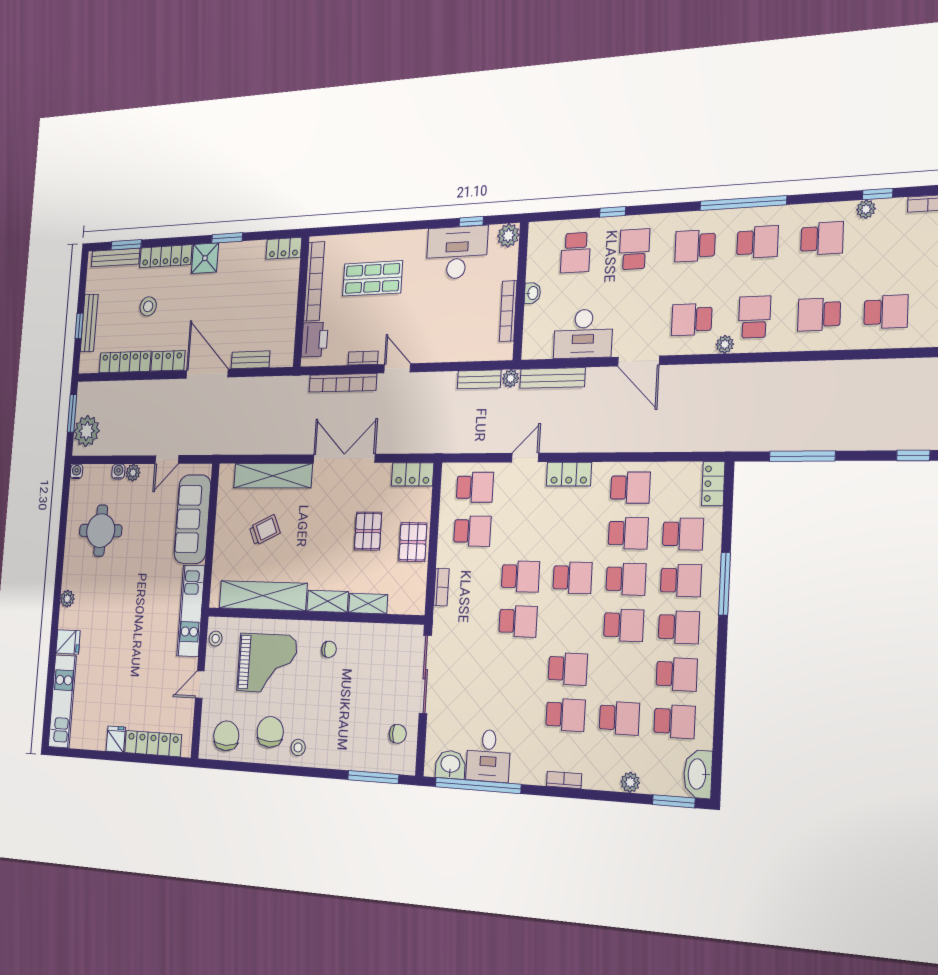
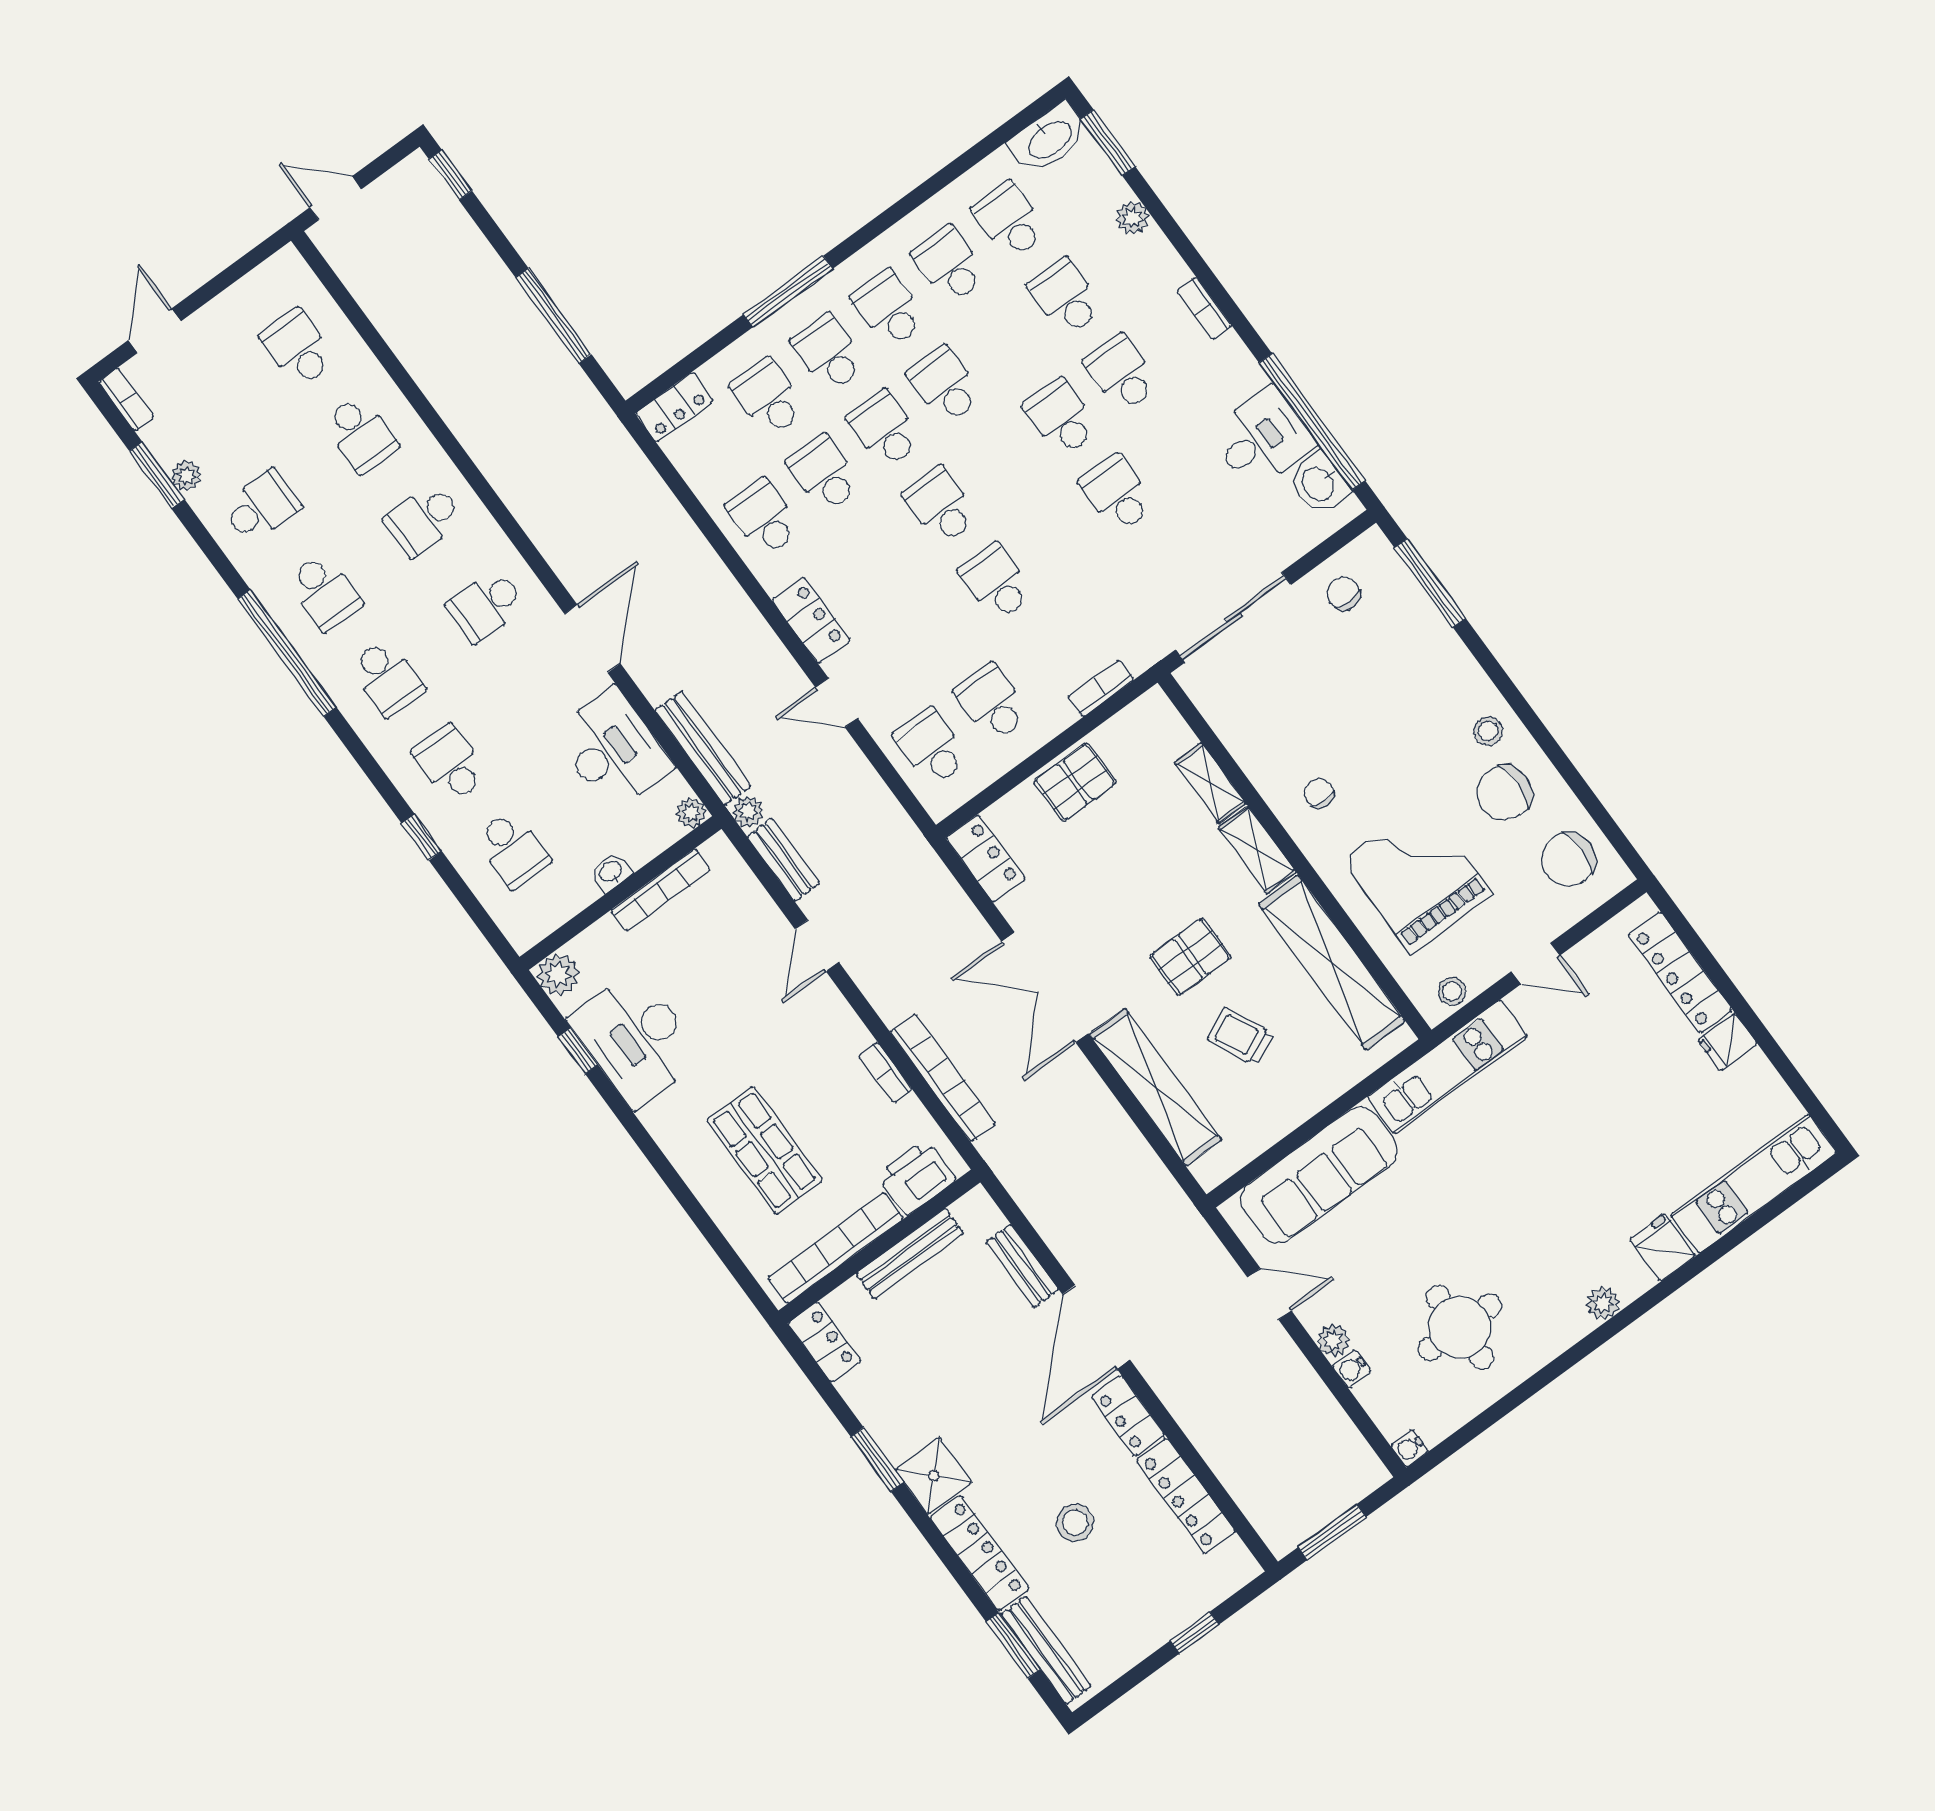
window: (878, 194) -> (157, 475), width x1.50
school desk: (822, 238) -> (262, 506), turned 90
school desk: (757, 242) -> (324, 592), turned 180
school desk: (634, 249) -> (450, 764), turned 90
school desk: (576, 253) -> (513, 850), turned 90
school desk: (692, 319) -> (486, 605), turned 90
bench: (89, 323) -> (910, 1253), moved
plant: (725, 344) -> (691, 813), moved
door: (397, 368) -> (817, 946), moved
plant: (87, 431) -> (1337, 1481), removed
pallet: (368, 531) -> (1190, 957), moved
school desk: (518, 621) -> (1117, 494), moved

